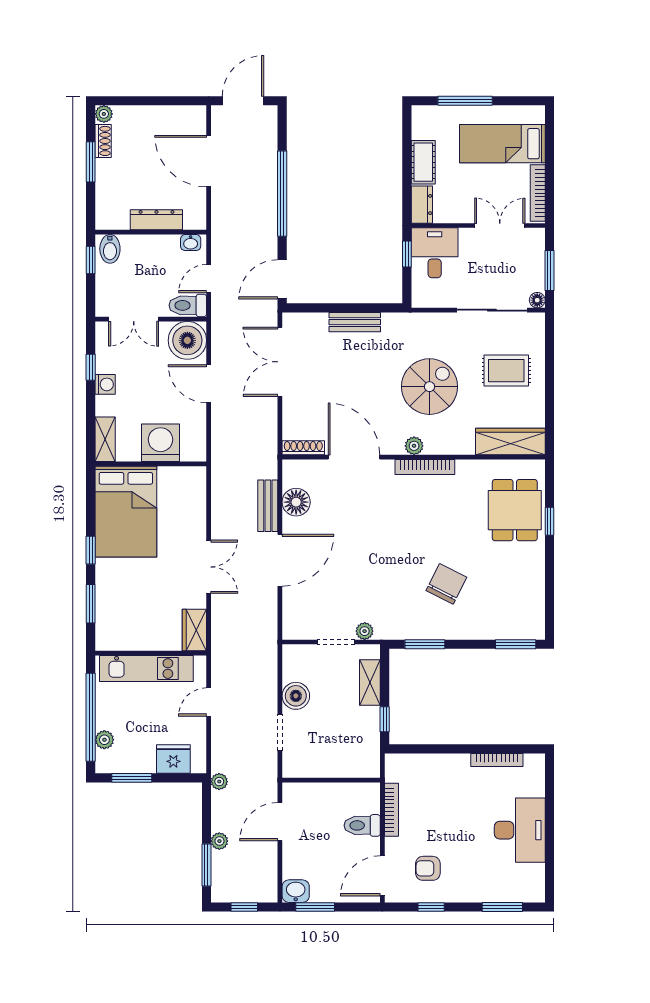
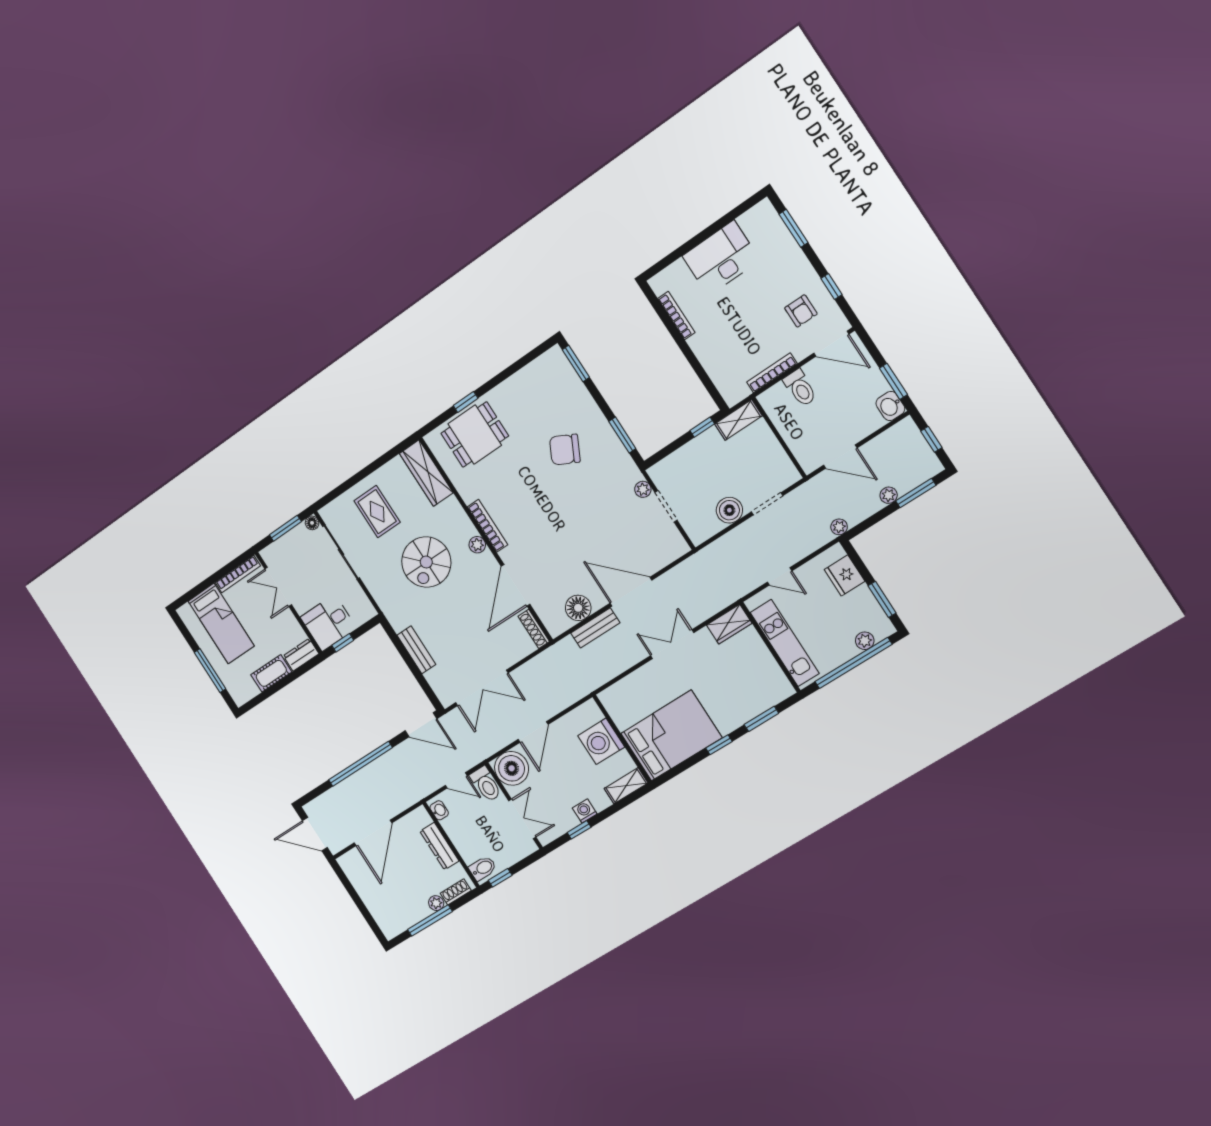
plant: (104, 114) -> (436, 903), moved
shoe rack: (103, 141) -> (456, 892), moved
window: (91, 162) -> (430, 921), width x1.44
spiral stairs: (430, 387) -> (426, 562), turned -90
shelving: (370, 683) -> (739, 420), moved

